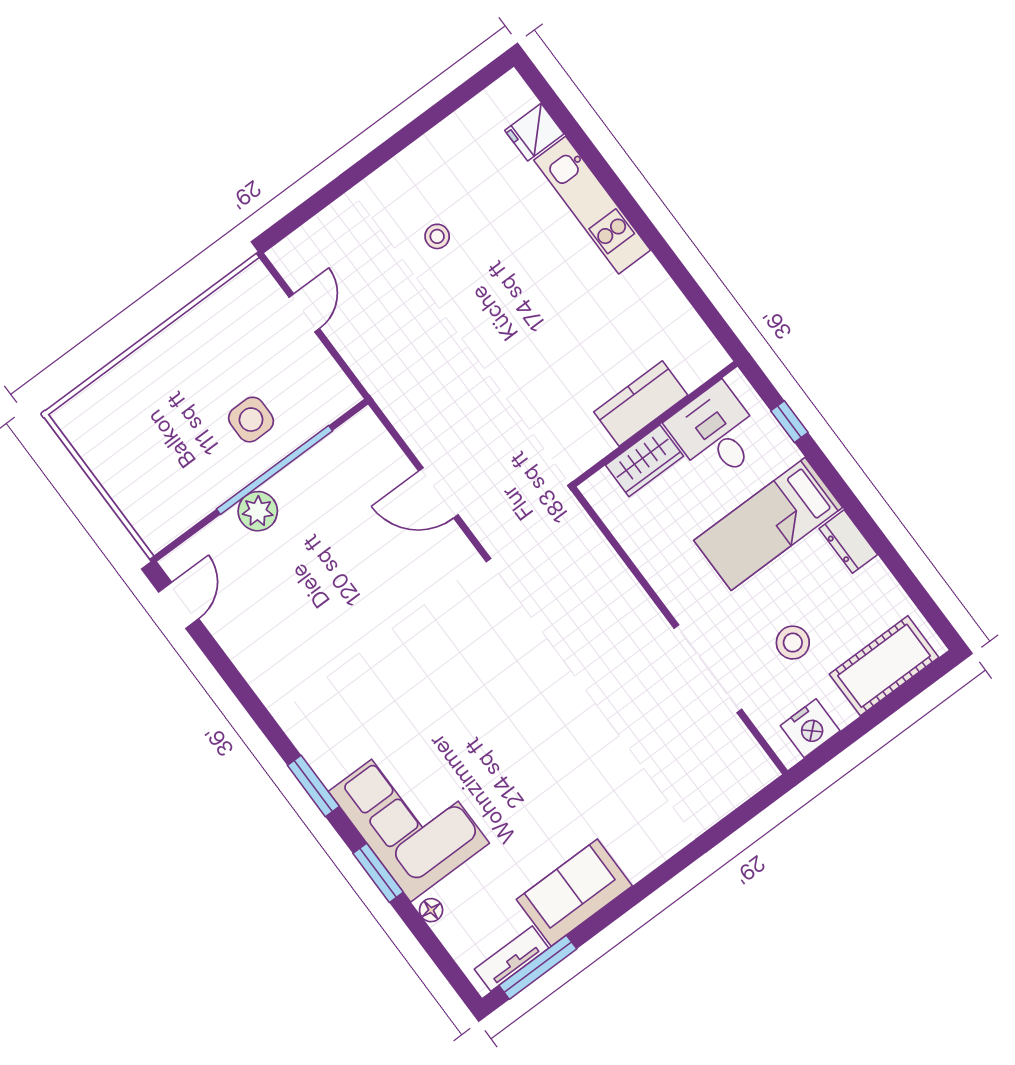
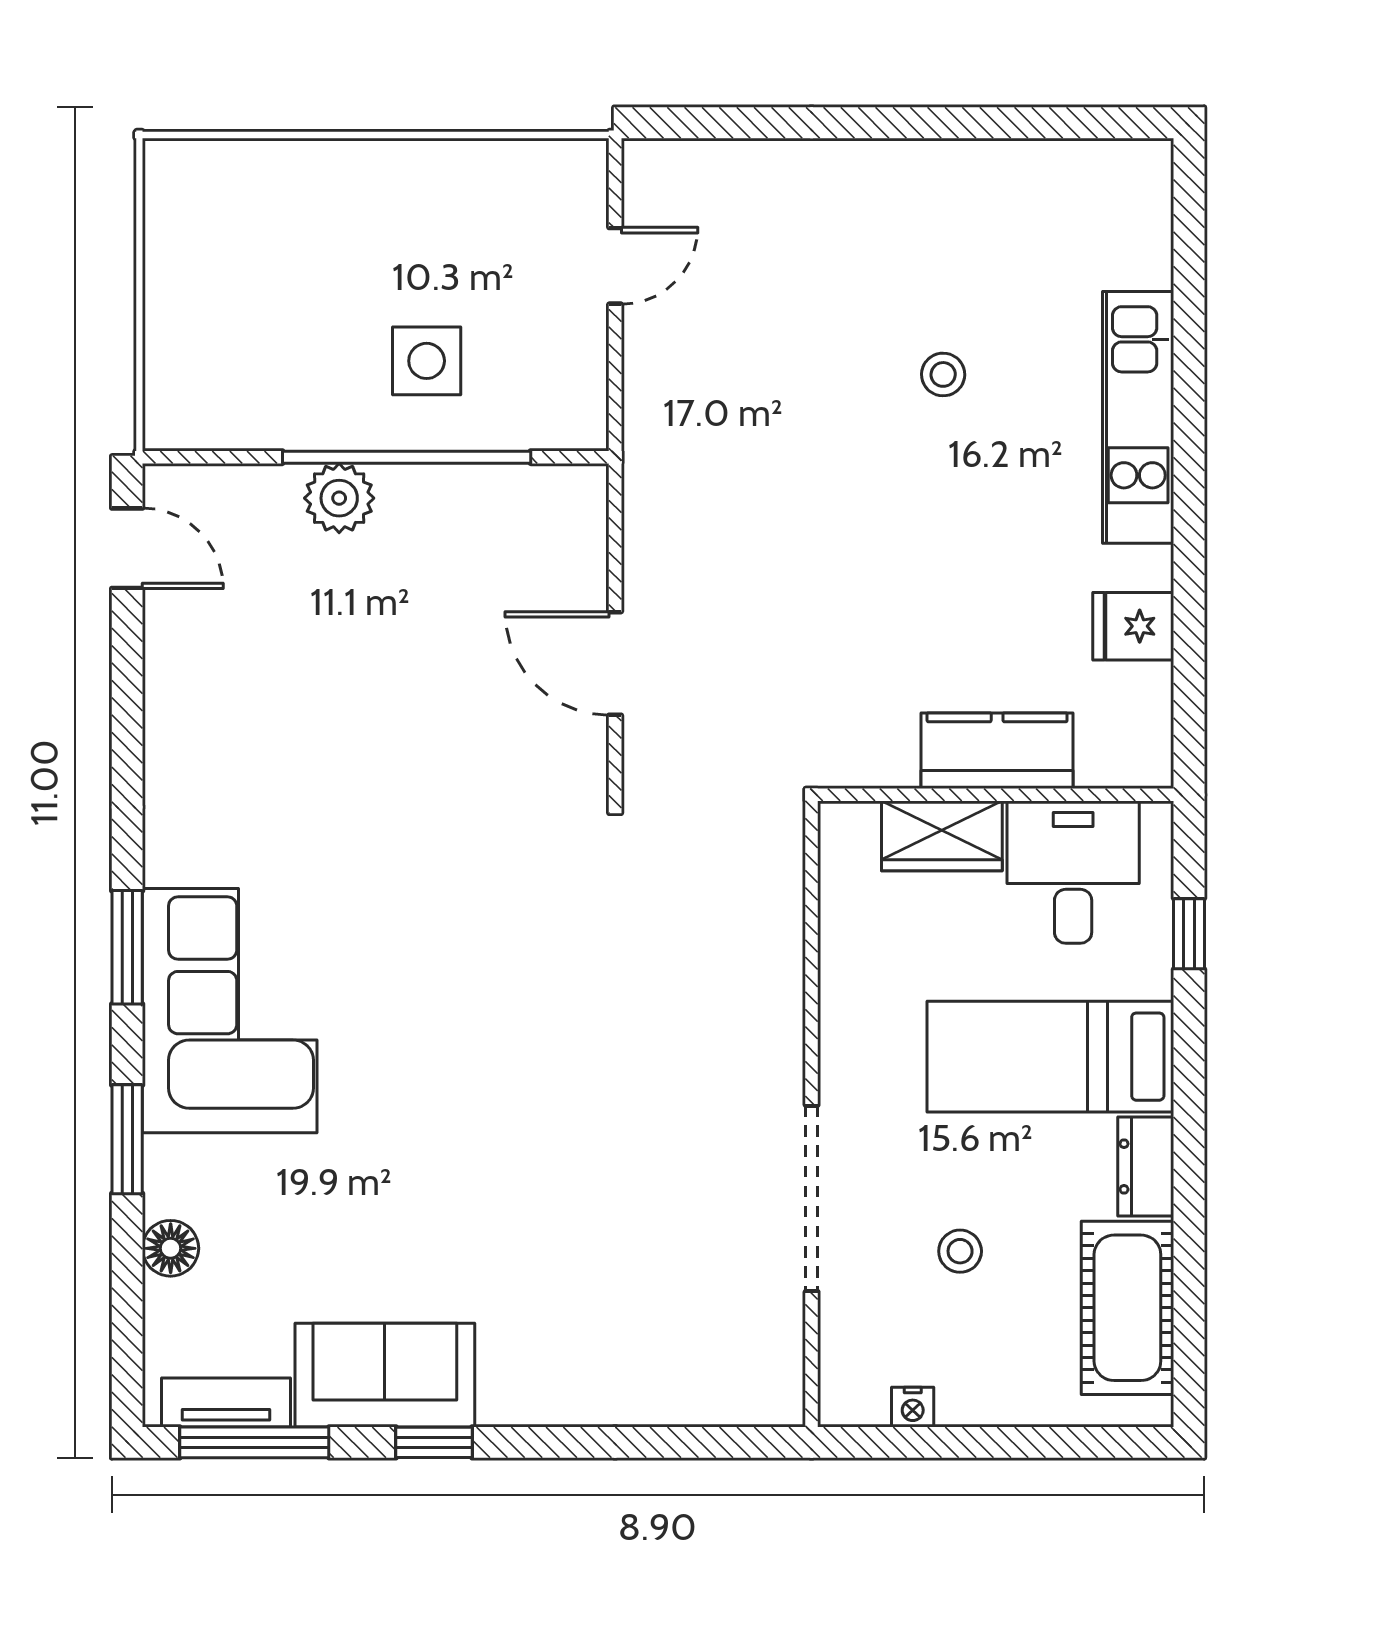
fridge: (534, 132) -> (1133, 626), moved
stool: (437, 236) -> (943, 374), moved
door: (179, 605) -> (127, 548), hinge flipped
stool: (793, 643) -> (960, 1251), width x0.73, depth x0.73
cot: (884, 666) -> (1127, 1308), moved, turned 90
nightstand: (810, 728) -> (913, 1407), width x0.53, depth x0.56
corner sofa: (409, 817) -> (230, 1011), moved
window: (619, 907) -> (434, 1442), added
floor lamp: (431, 910) -> (171, 1248), width x1.37, depth x1.37

